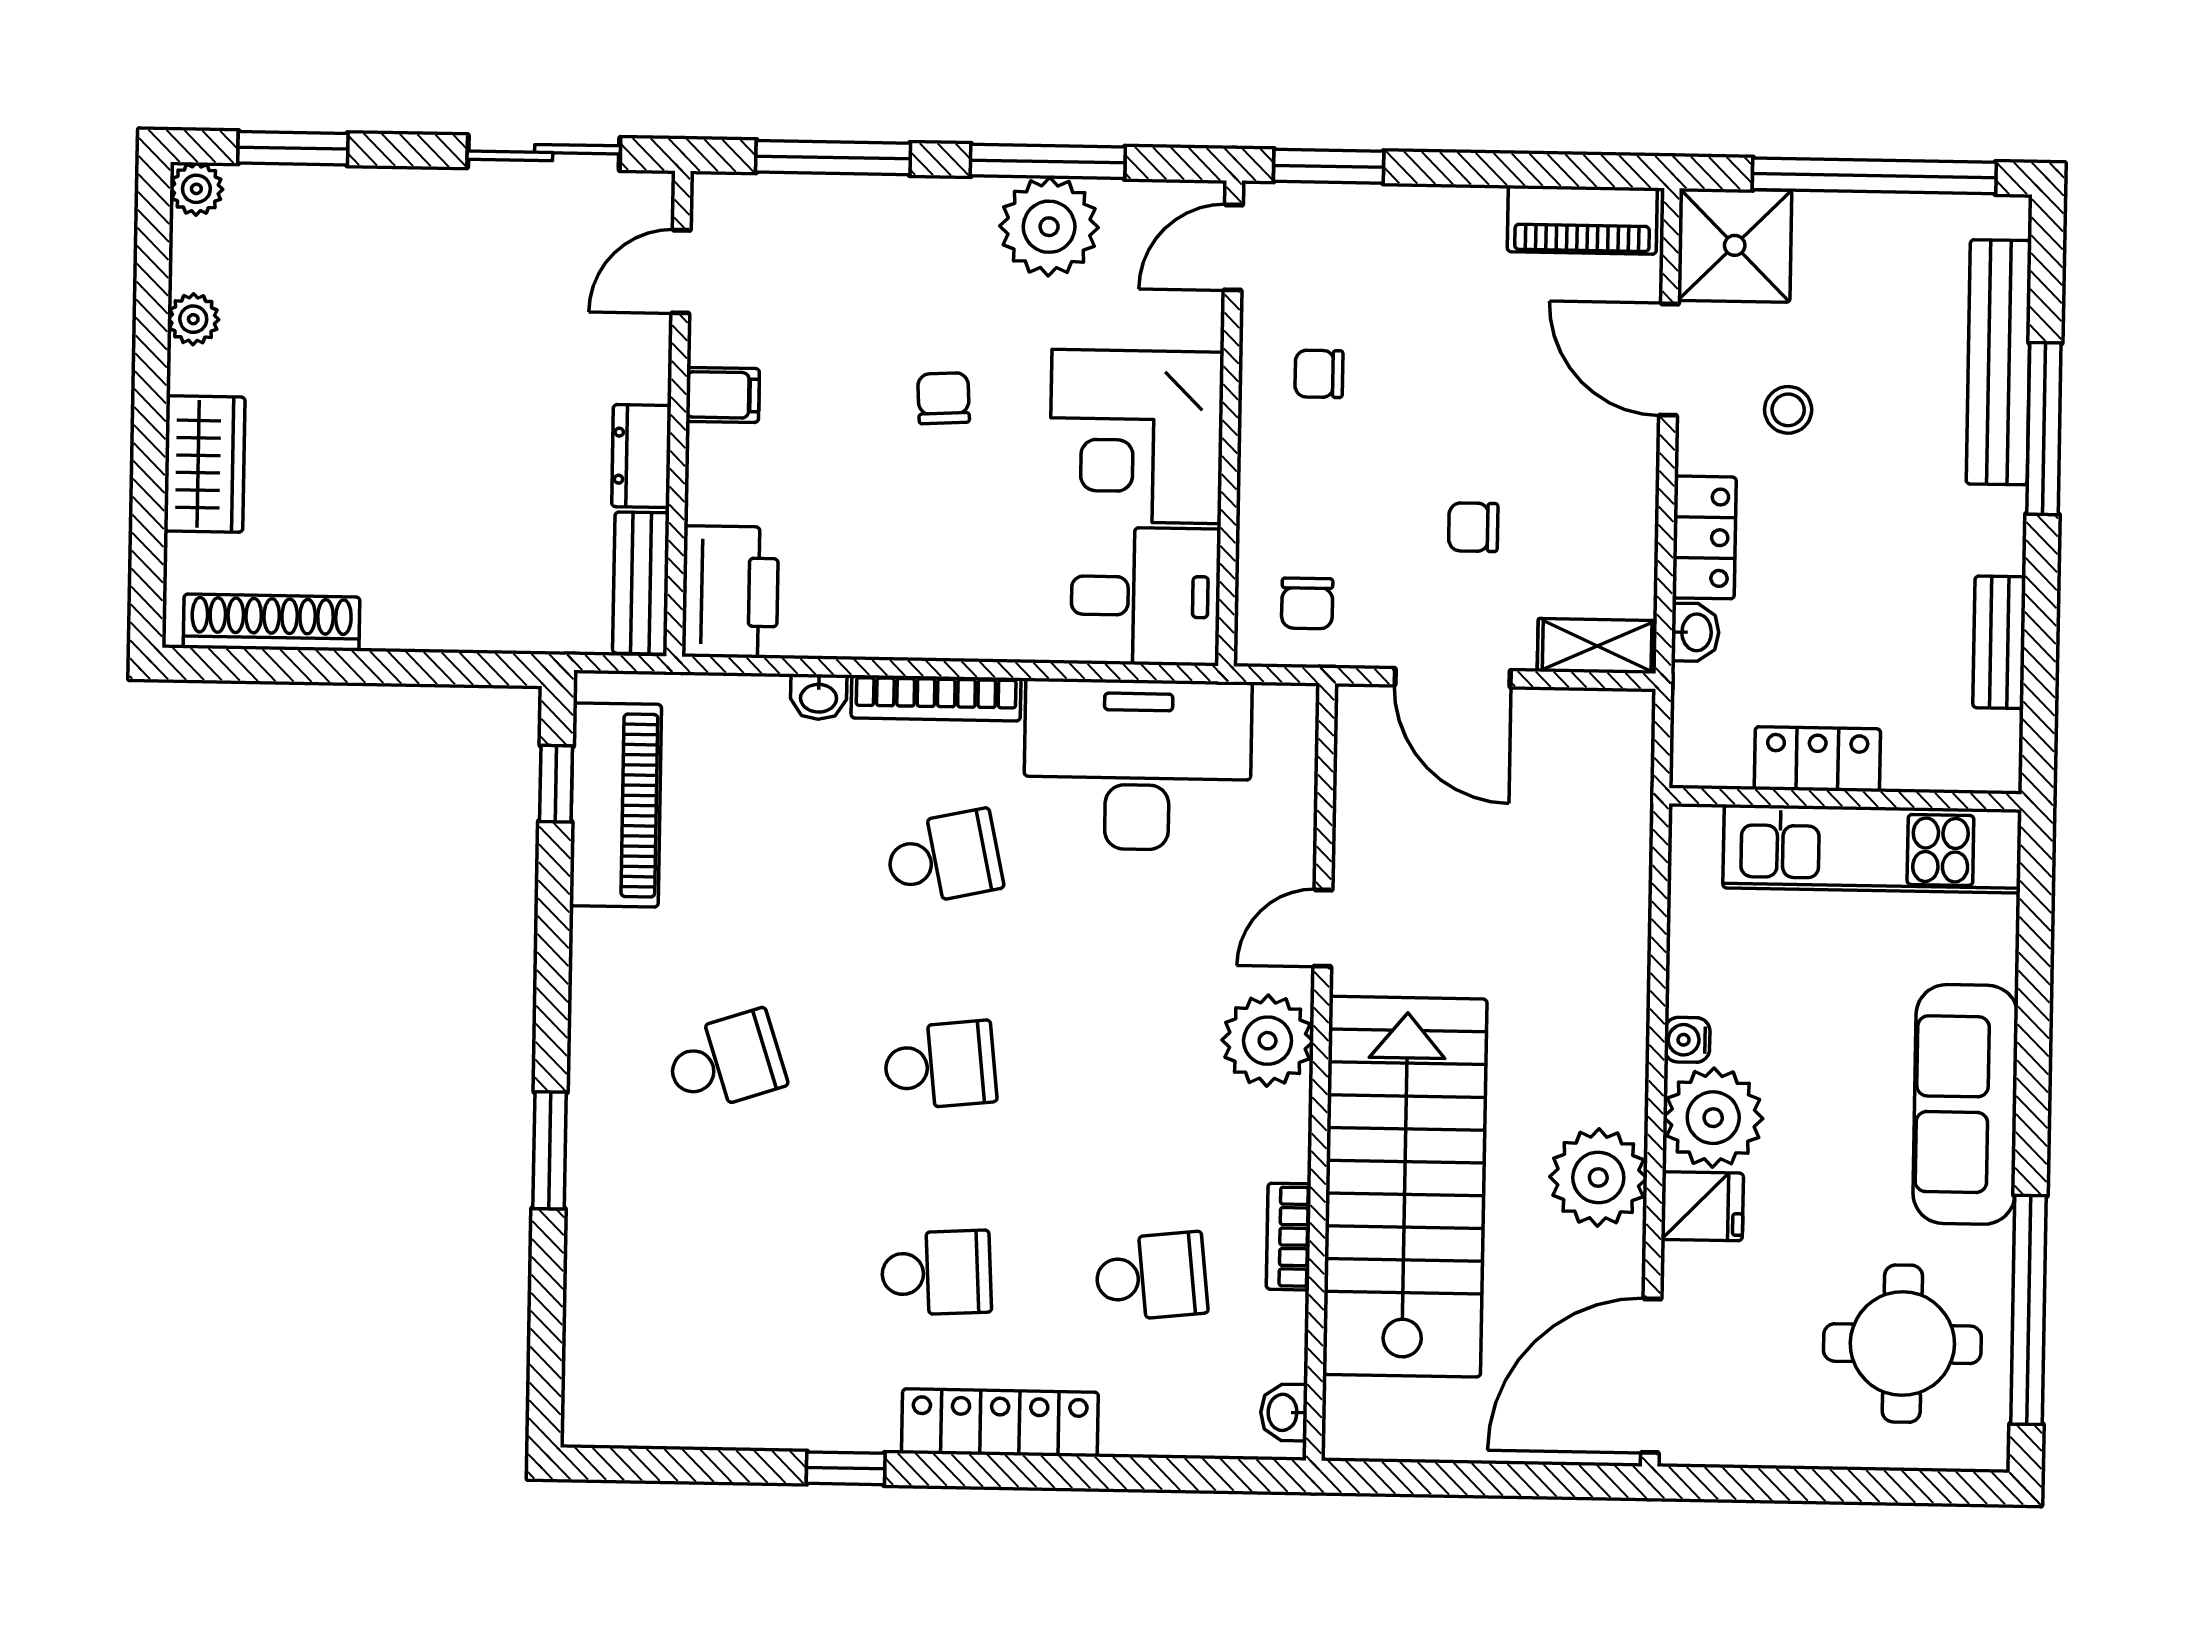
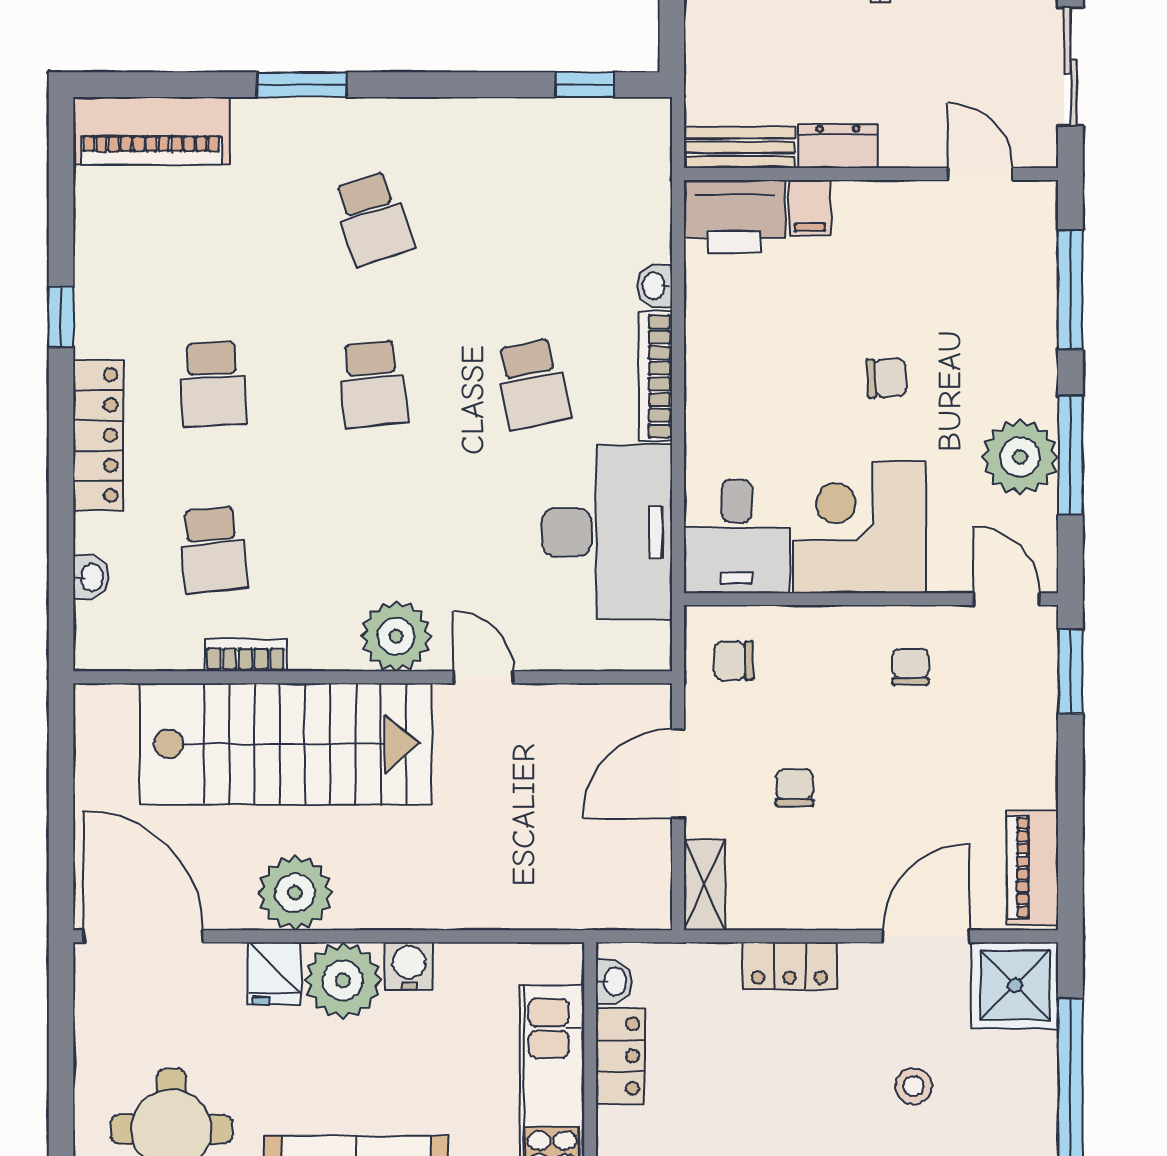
filing cabinet: (723, 395) -> (810, 208), moved
stool: (1788, 410) -> (913, 1086), moved
washbasin: (1695, 632) -> (614, 982), moved, turned -90
piano: (616, 805) -> (151, 131), moved
water cooler: (1687, 1040) -> (409, 966), width x1.38, depth x1.38
washbasin: (1284, 1412) -> (91, 578), moved, turned 90

